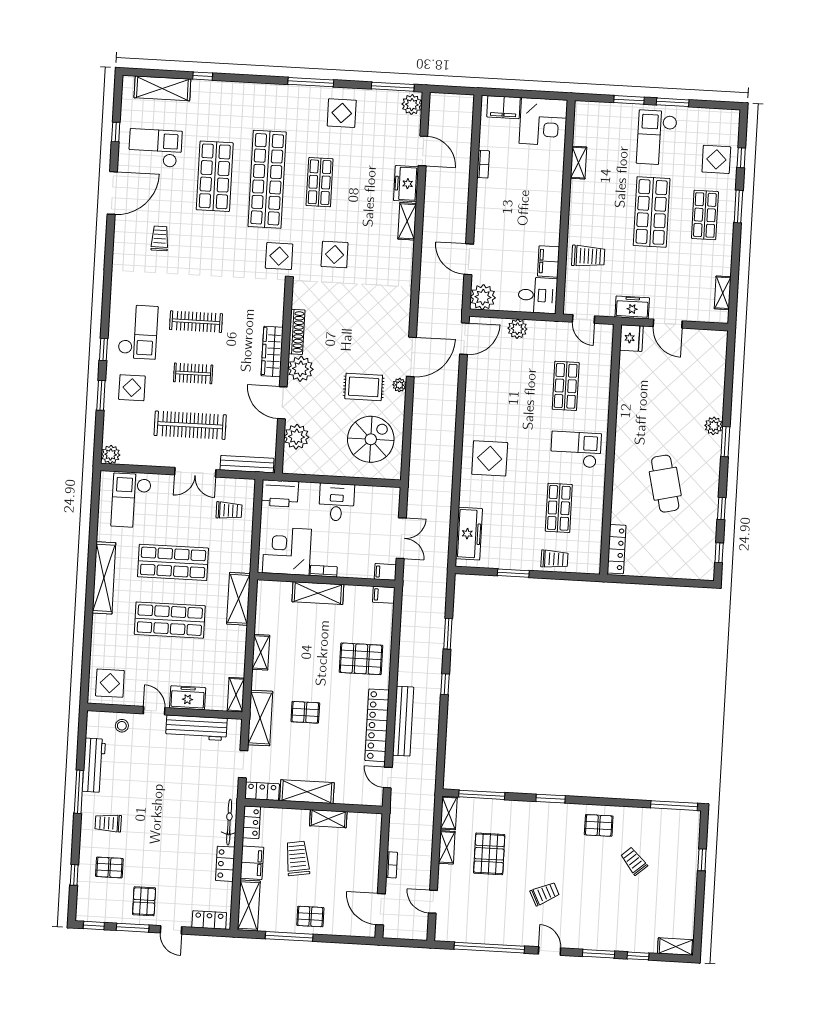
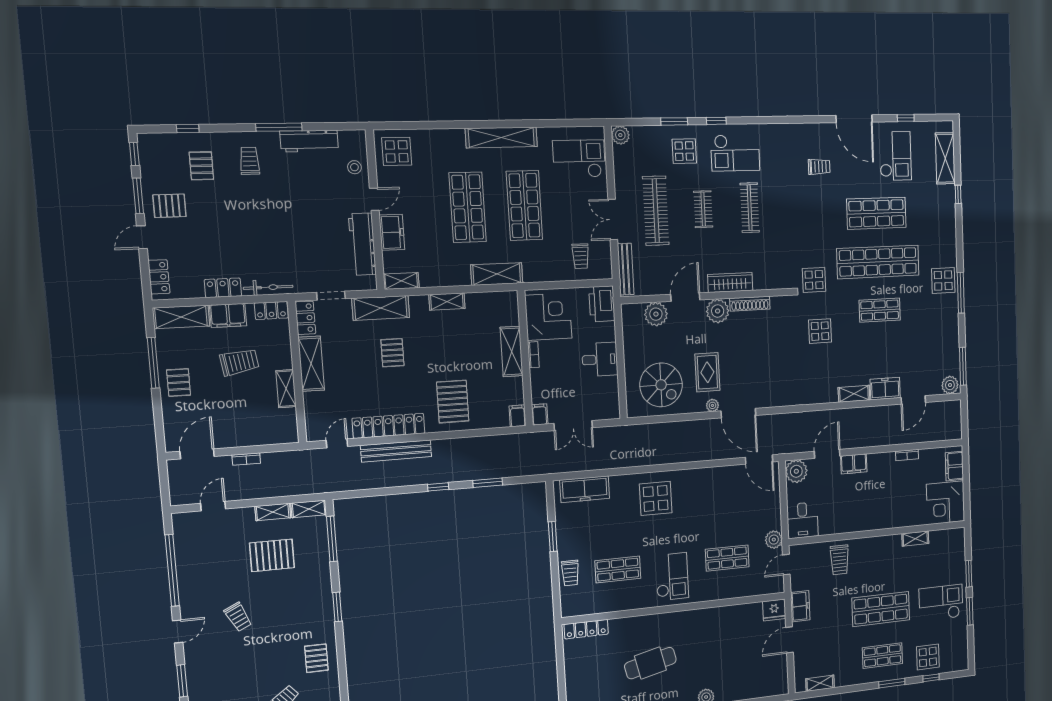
display table: (342, 113) -> (943, 280), moved
filing cabinet: (549, 261) -> (854, 464), moved, turned 180
plant: (517, 329) -> (774, 540), moved

